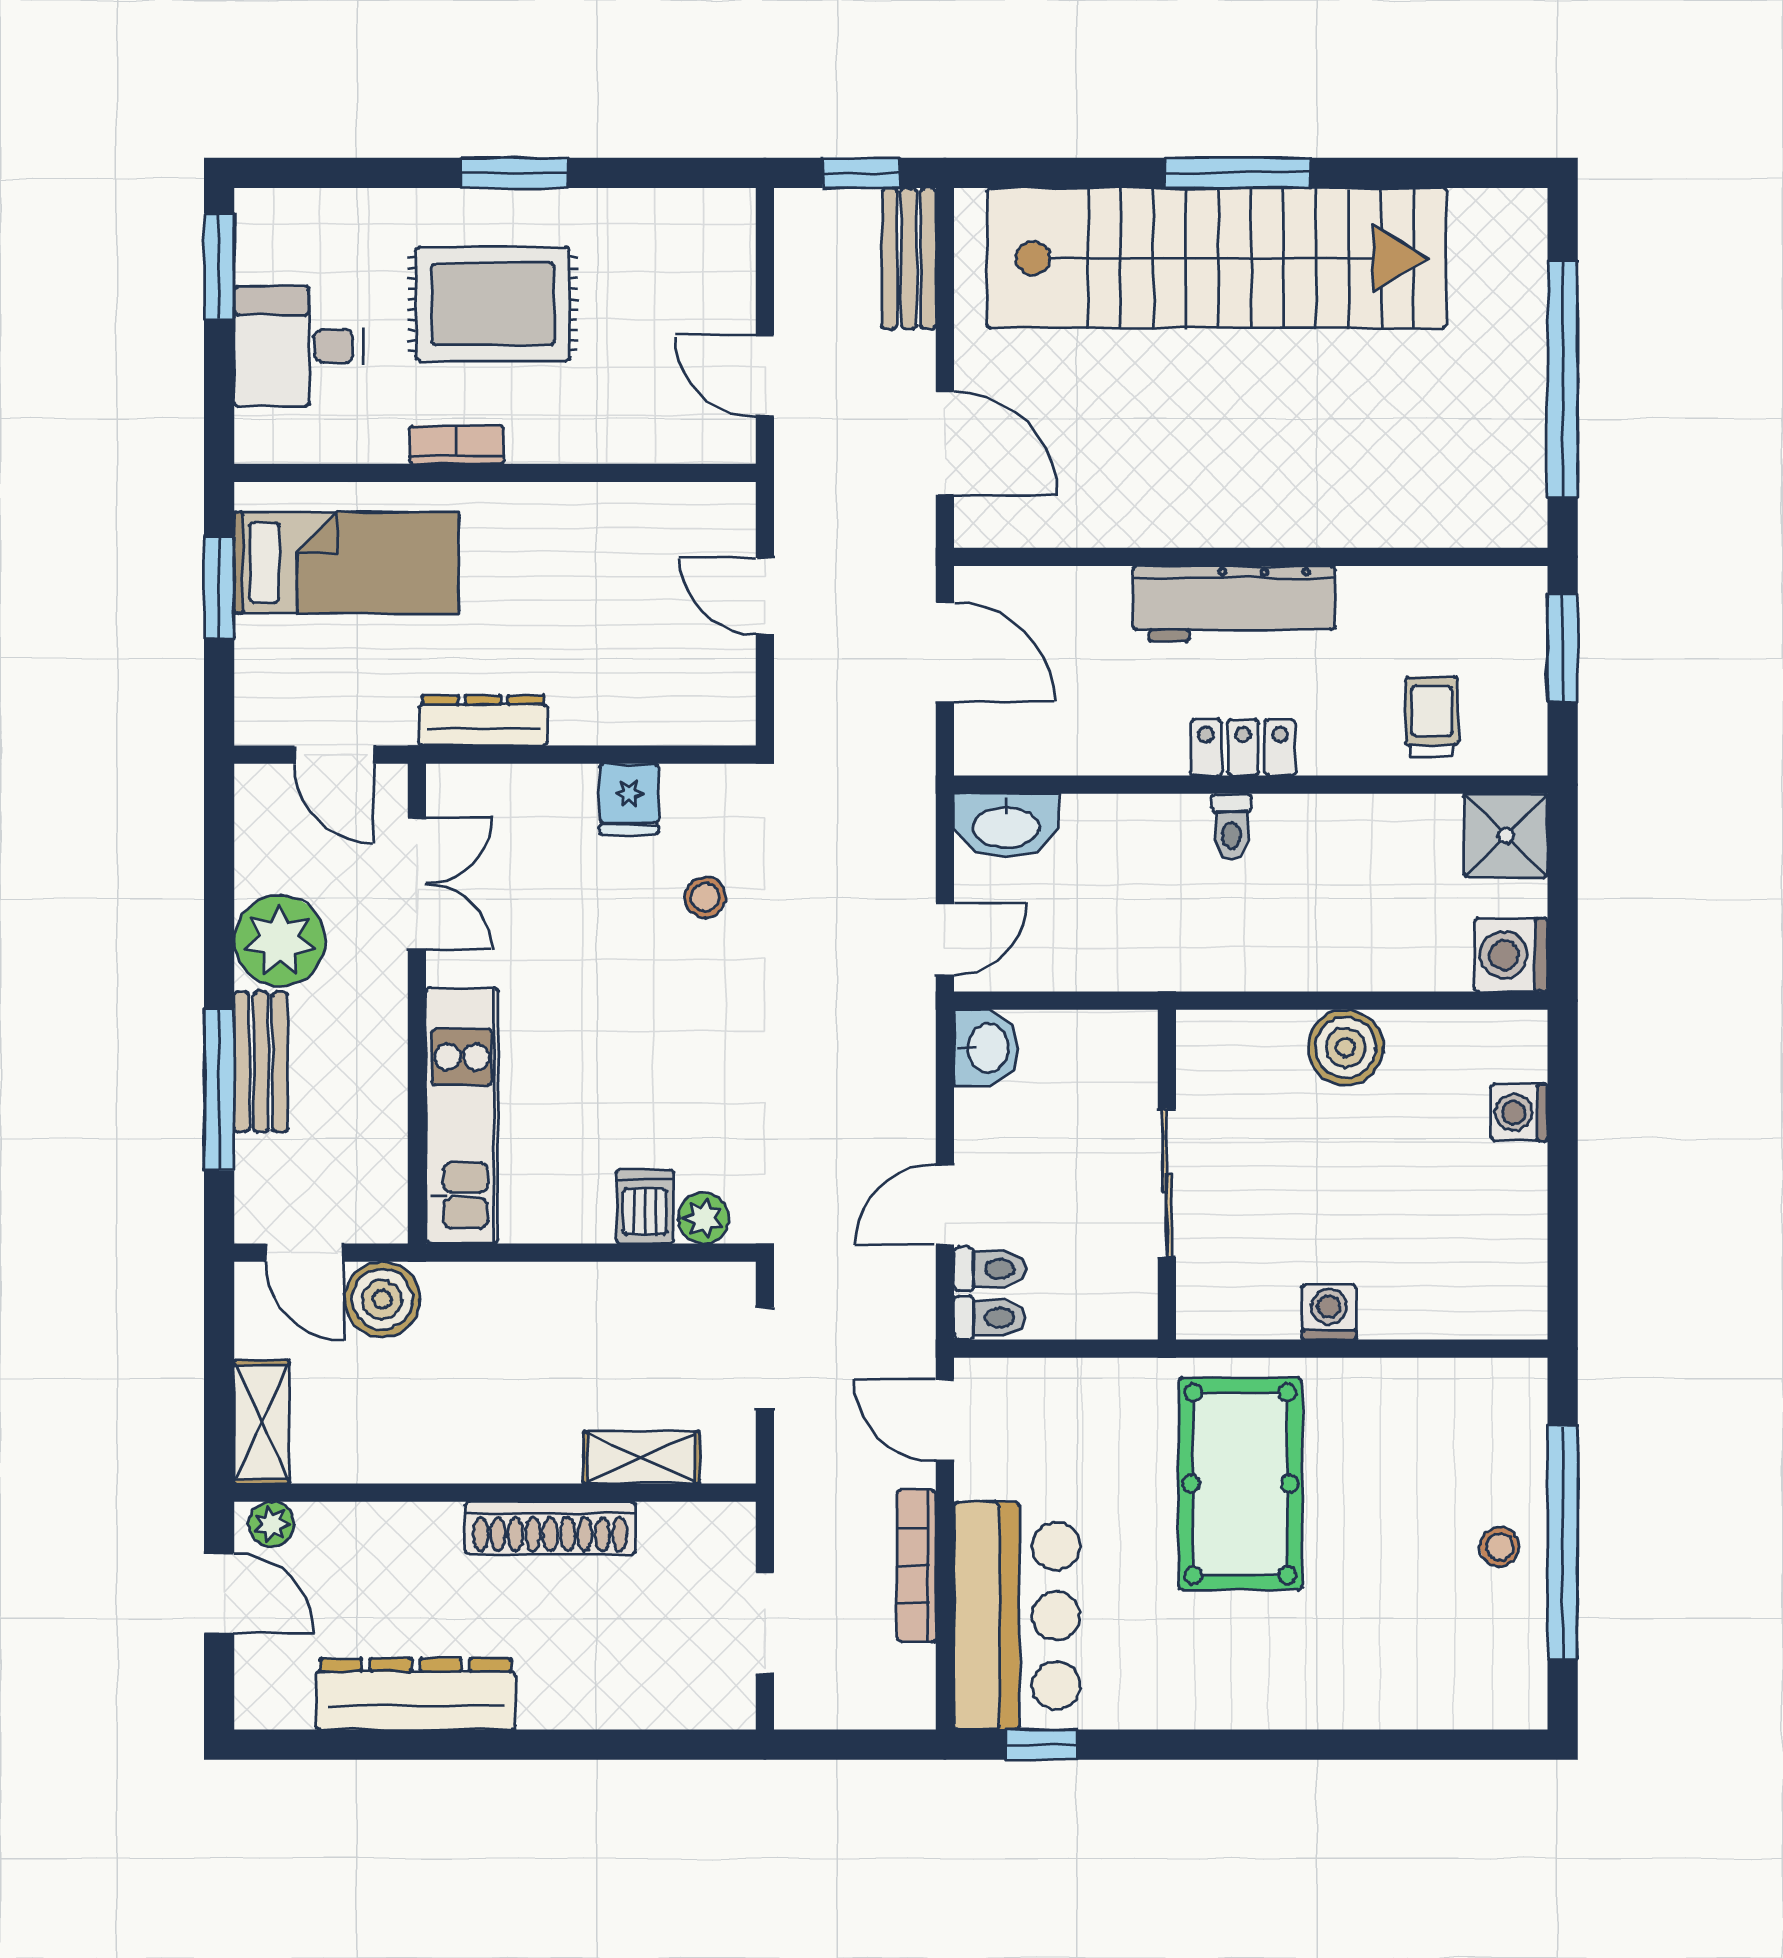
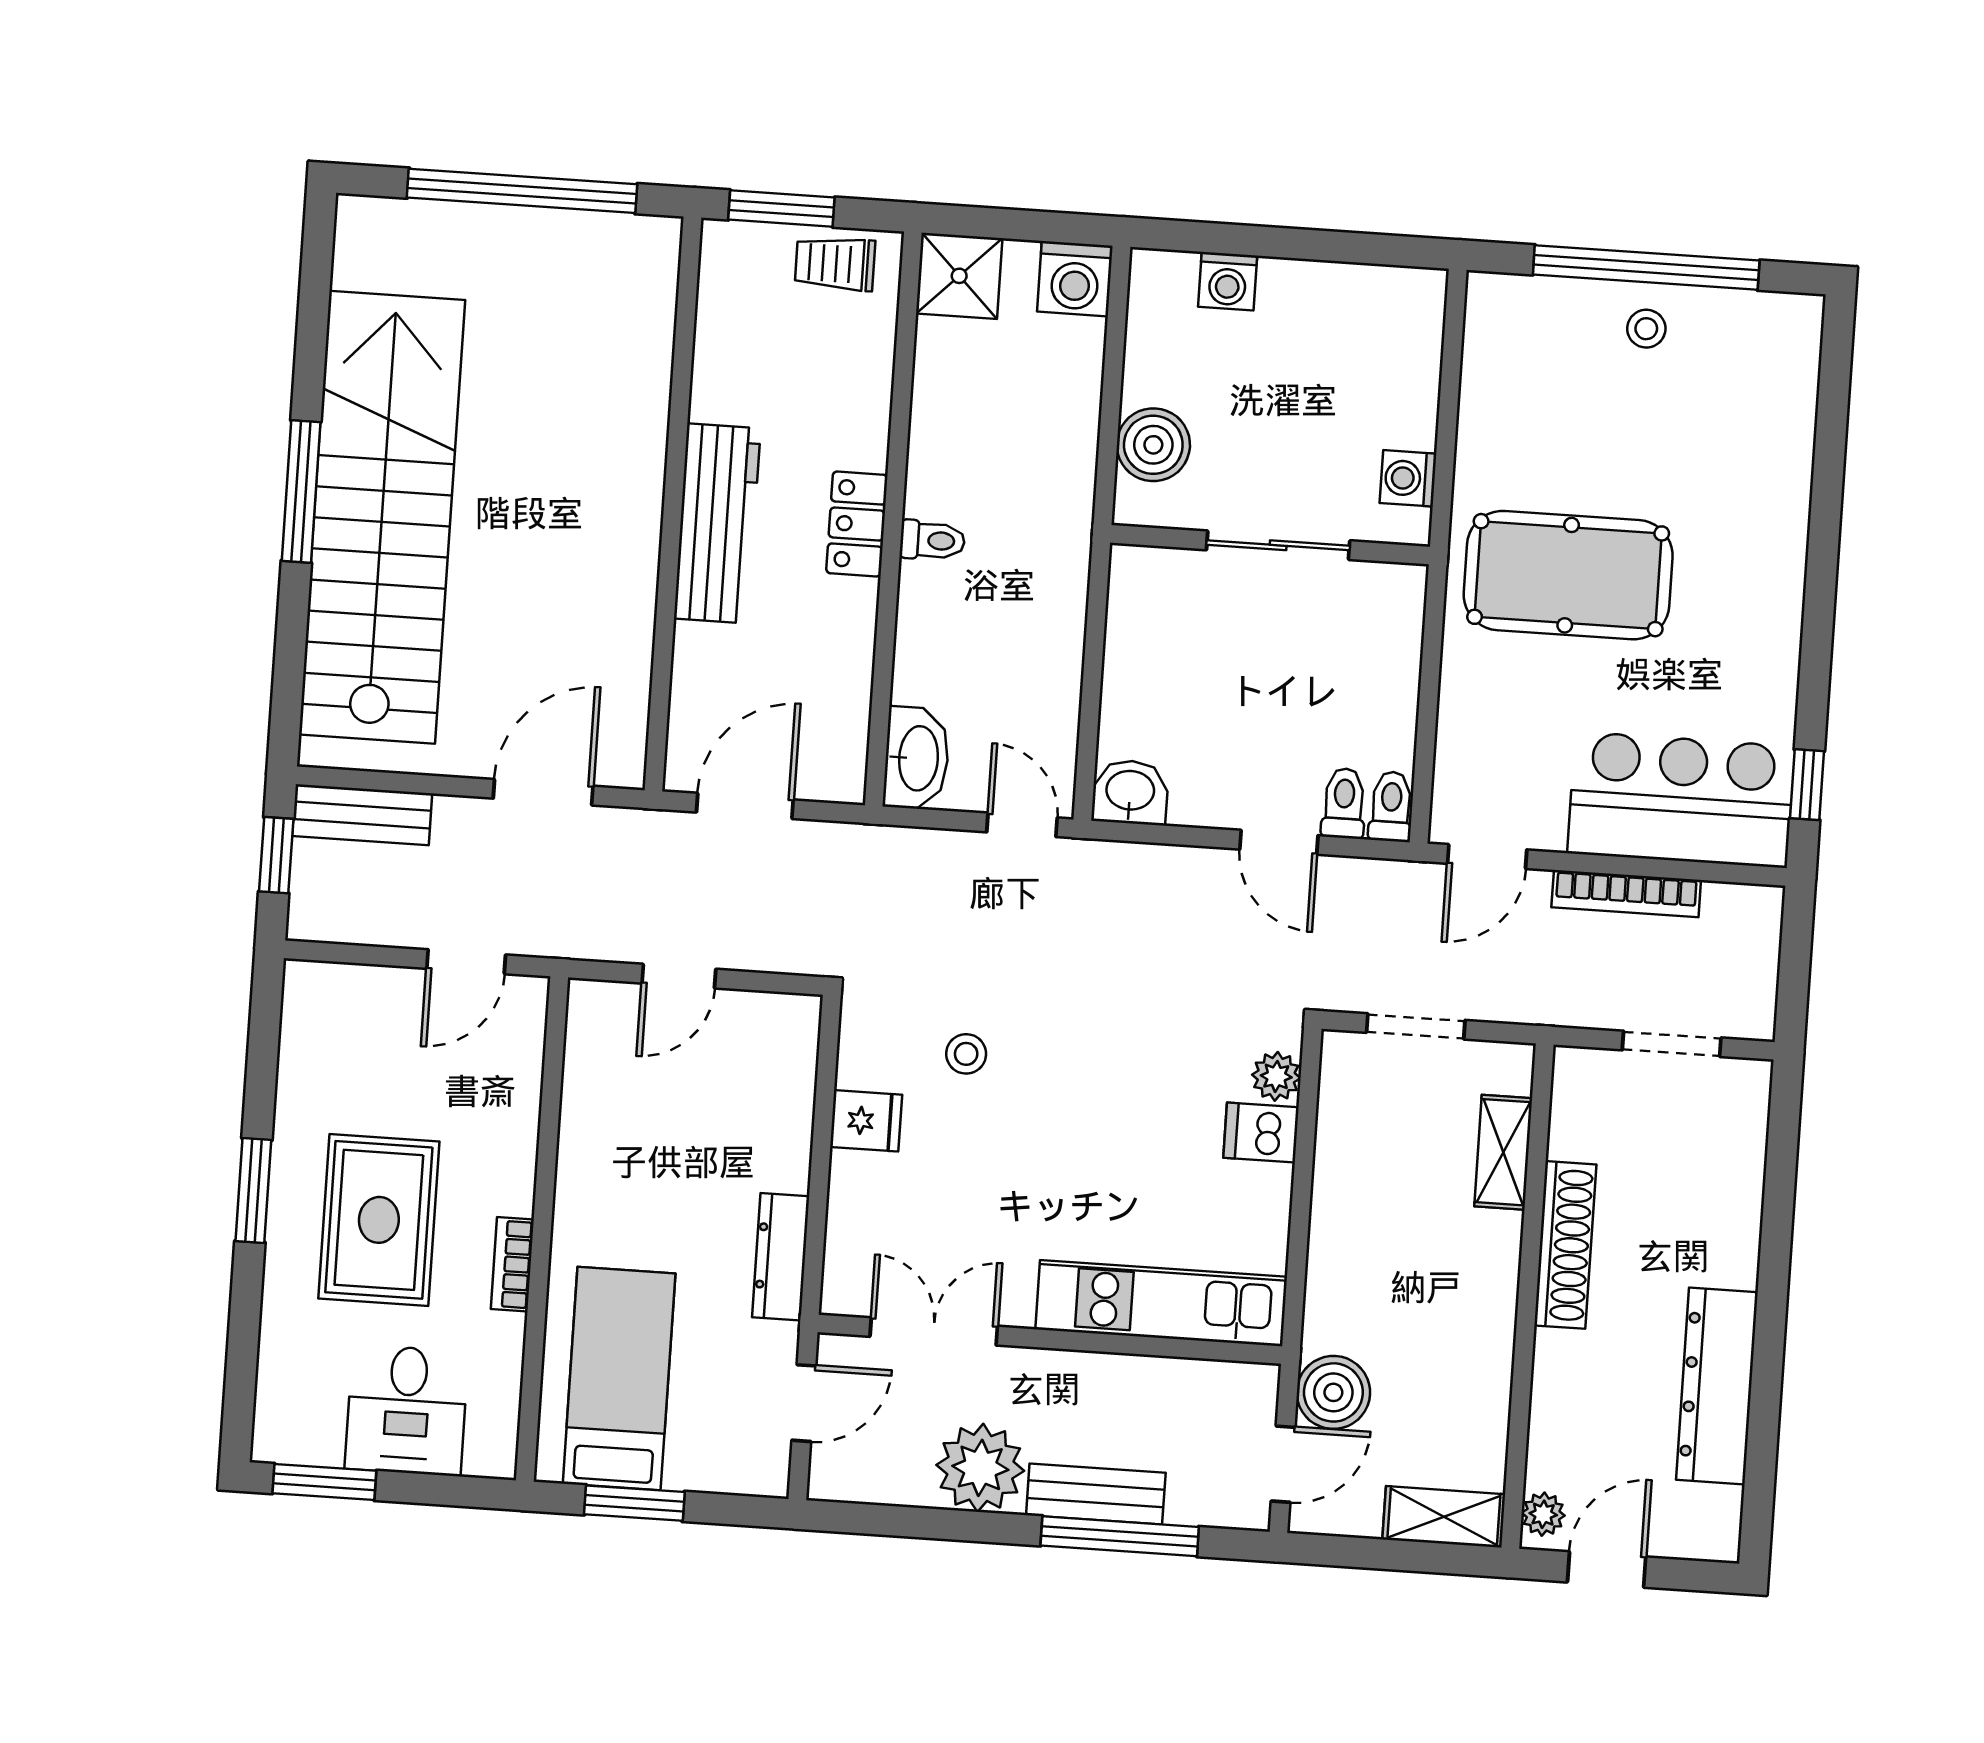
trolley: (1432, 717) -> (835, 264), moved
wall: (1167, 1175) -> (1270, 545), moved
sliding door: (1167, 1183) -> (1278, 545), moved

